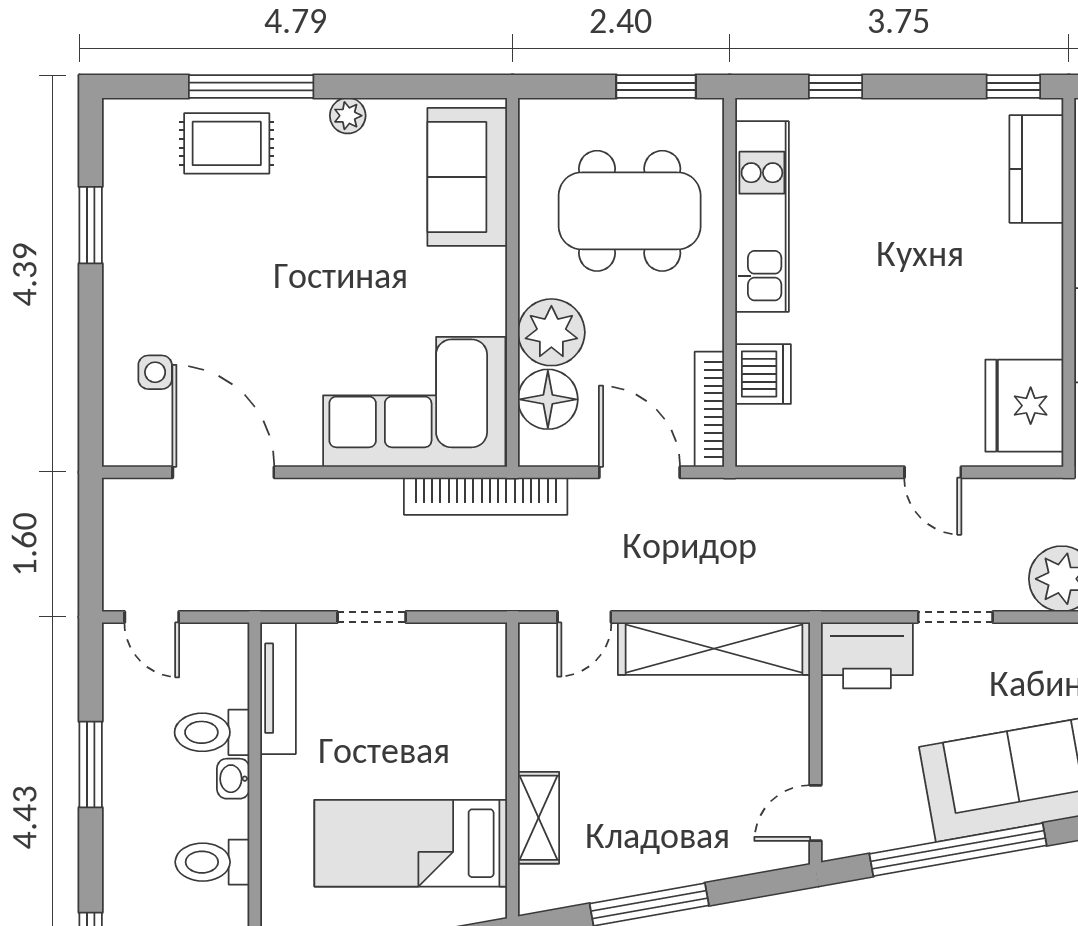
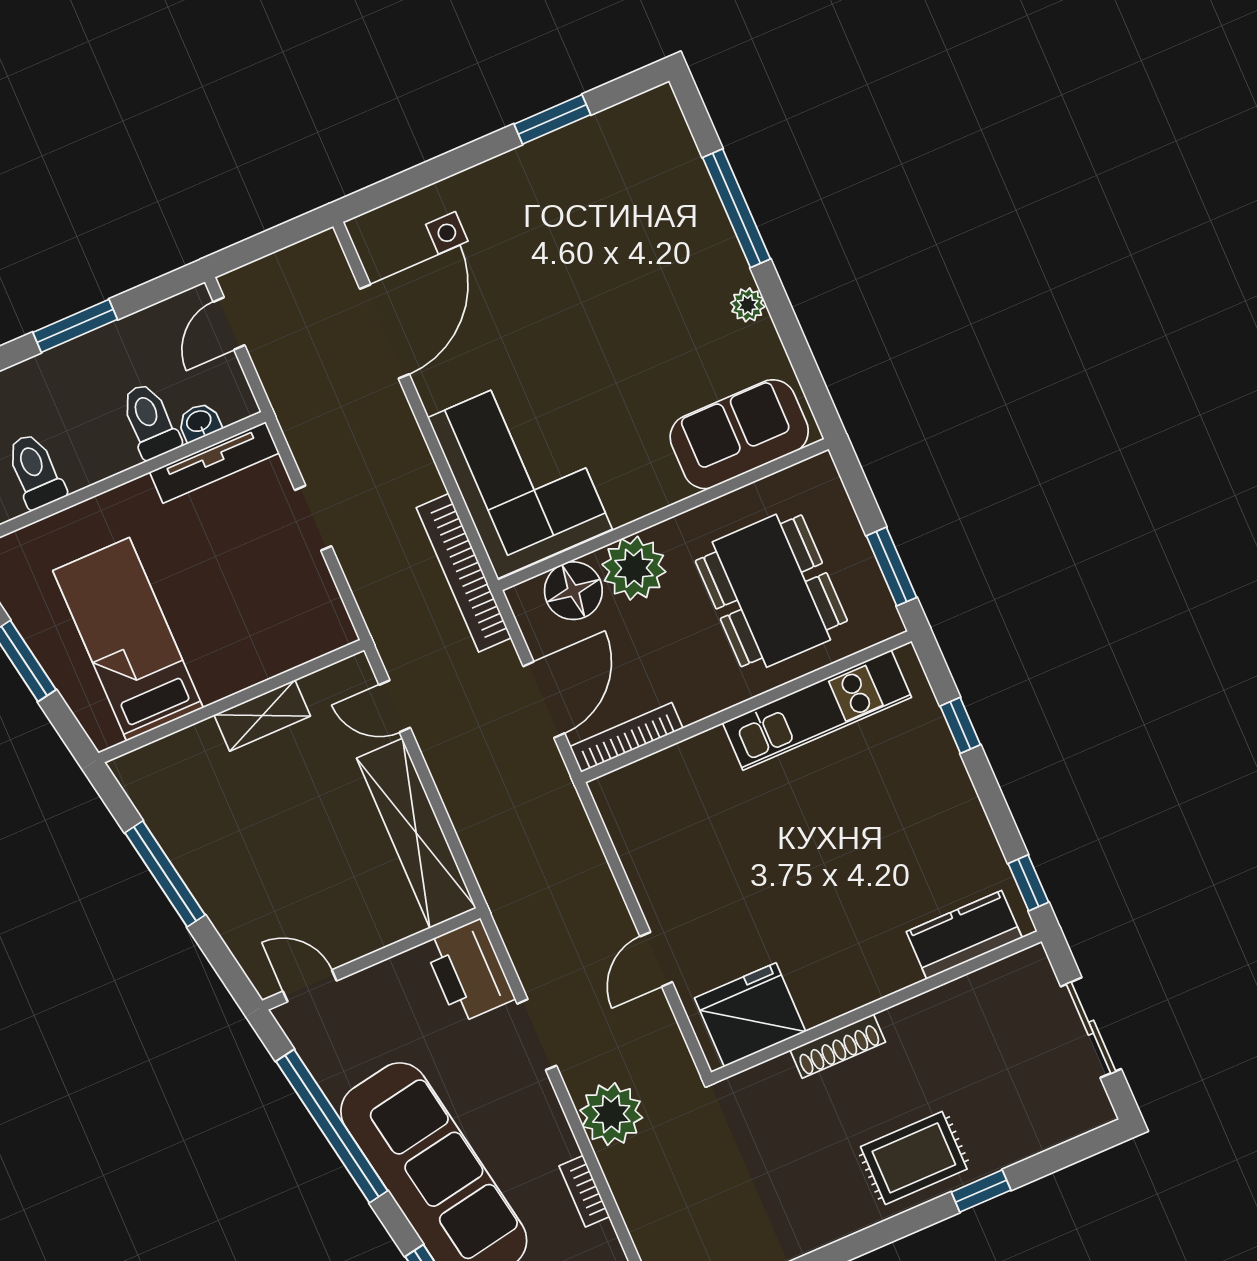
rug: (227, 143) -> (677, 208), removed
dishwasher: (763, 374) -> (678, 771), removed
washbasin: (233, 779) -> (199, 422), moved
shelving: (539, 818) -> (262, 716), moved

